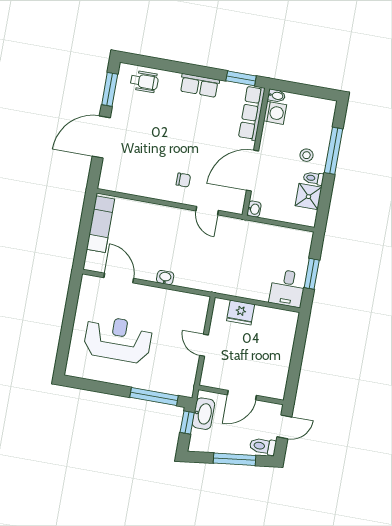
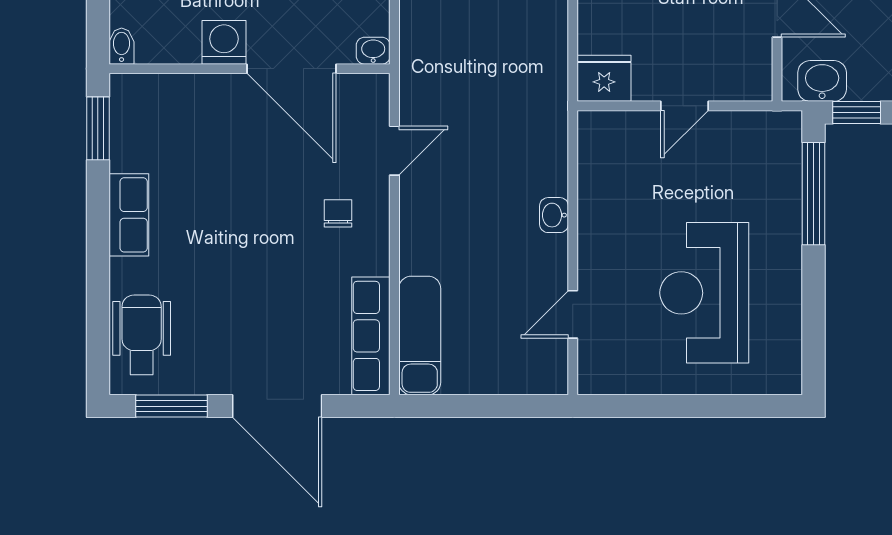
wheelchair: (144, 82) -> (142, 335), width x1.36, depth x1.37
row of seats: (252, 113) -> (371, 336), moved, turned 90
washing machine: (275, 113) -> (224, 42), moved
exam couch: (101, 224) -> (420, 335), moved, turned 90
door: (119, 278) -> (573, 314), width x0.73
fridge: (241, 313) -> (604, 78), moved, turned -90
washbasin: (203, 414) -> (822, 81), width x0.72

